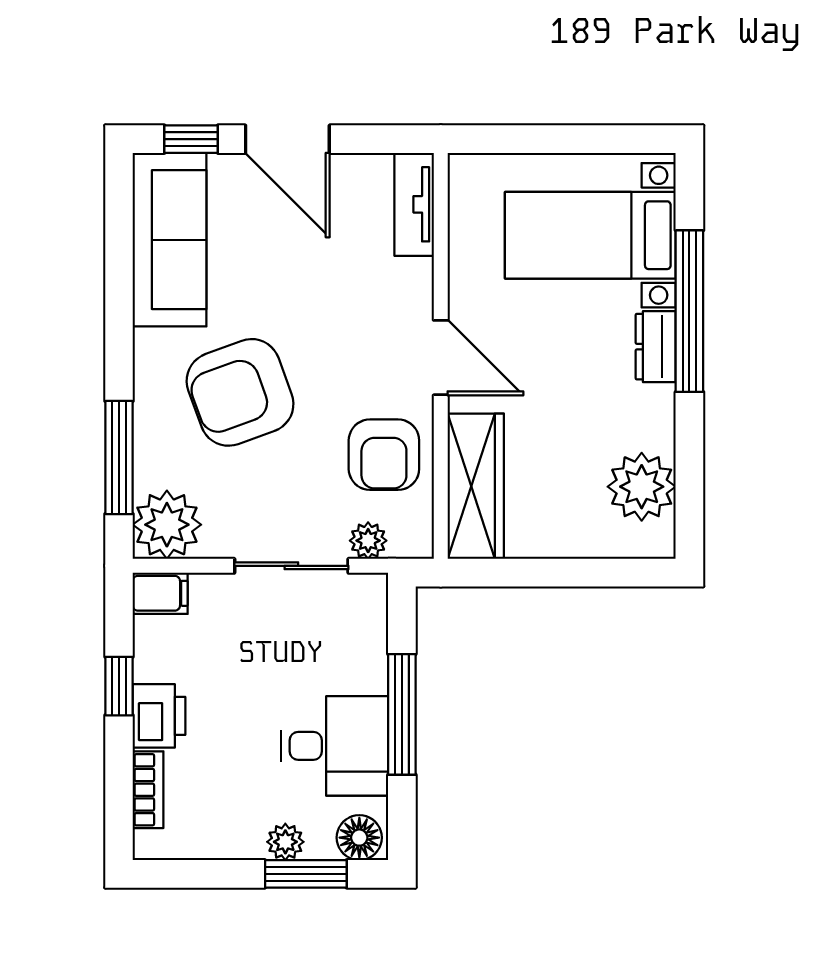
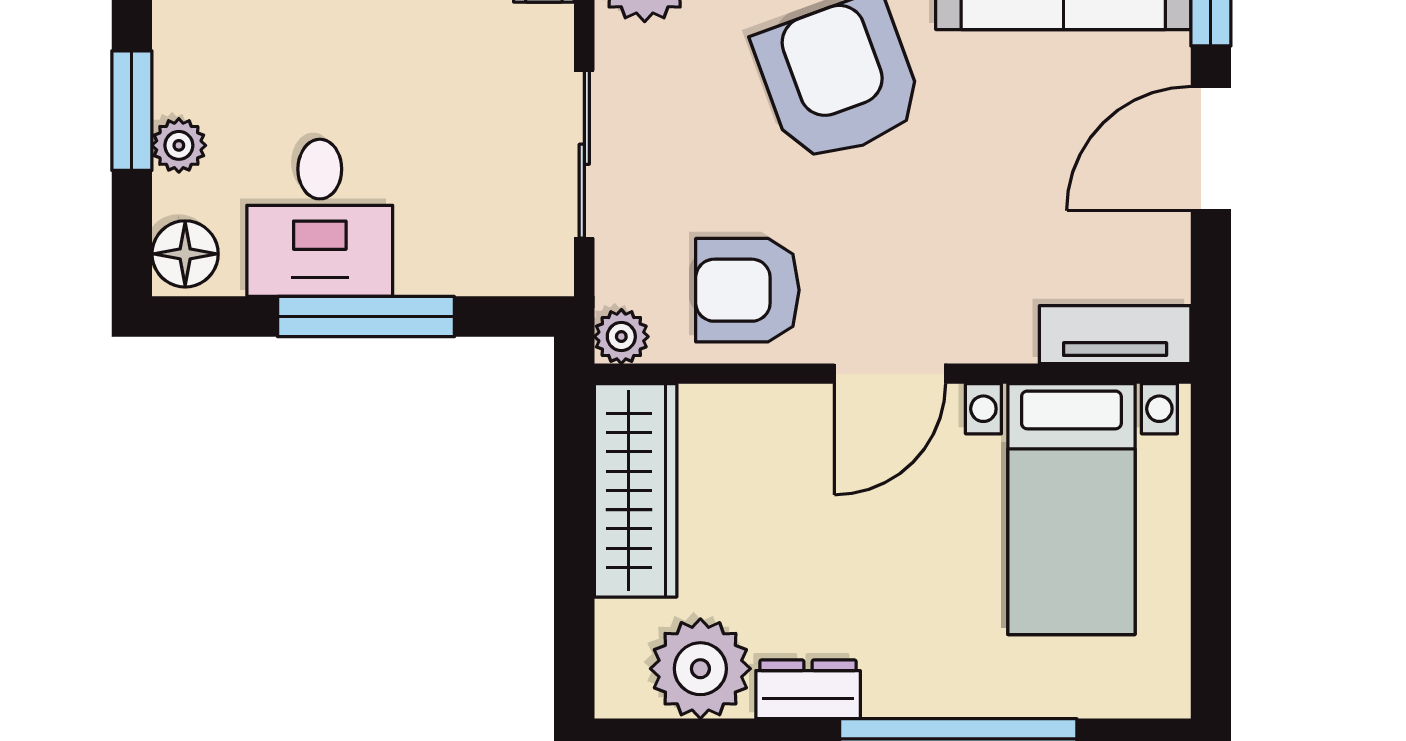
bed with nightstands: (590, 235) -> (1071, 509), moved, turned 180
dresser: (656, 347) -> (808, 689), moved
wardrobe: (476, 486) -> (636, 490), moved, turned -90
plant: (368, 541) -> (621, 337), moved
window: (306, 874) -> (132, 111), moved

